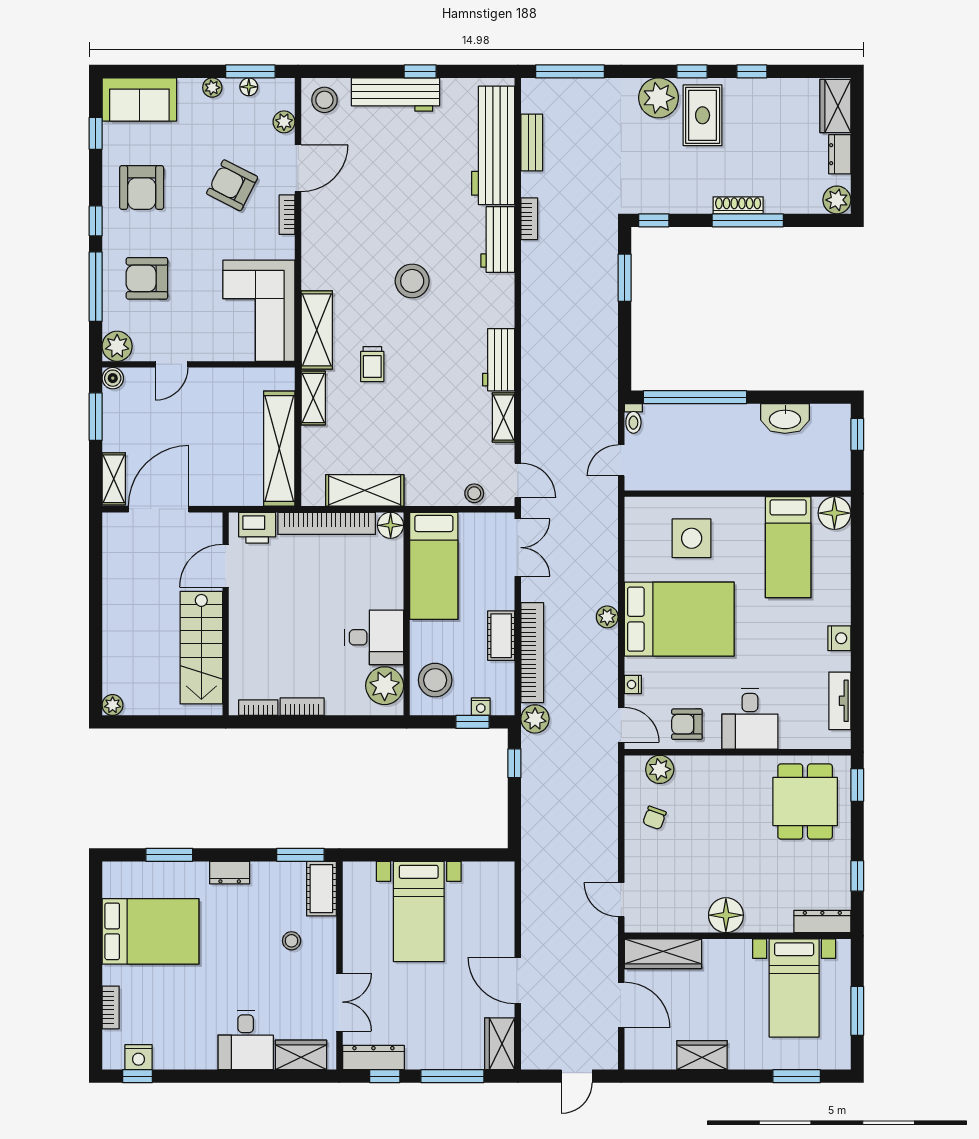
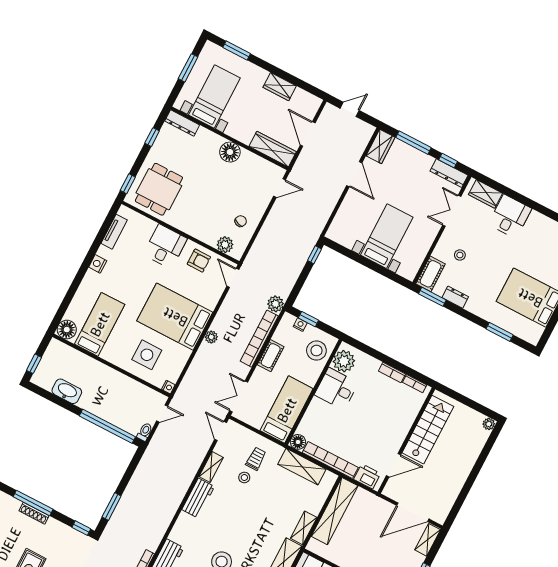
trolley: (372, 364) -> (256, 459), moved
stool: (474, 493) -> (244, 478), moved
nightstand: (633, 684) -> (168, 387), moved
window: (514, 763) -> (315, 255), moved
dresser: (230, 873) -> (455, 297), moved
door: (621, 900) -> (280, 188), hinge flipped

